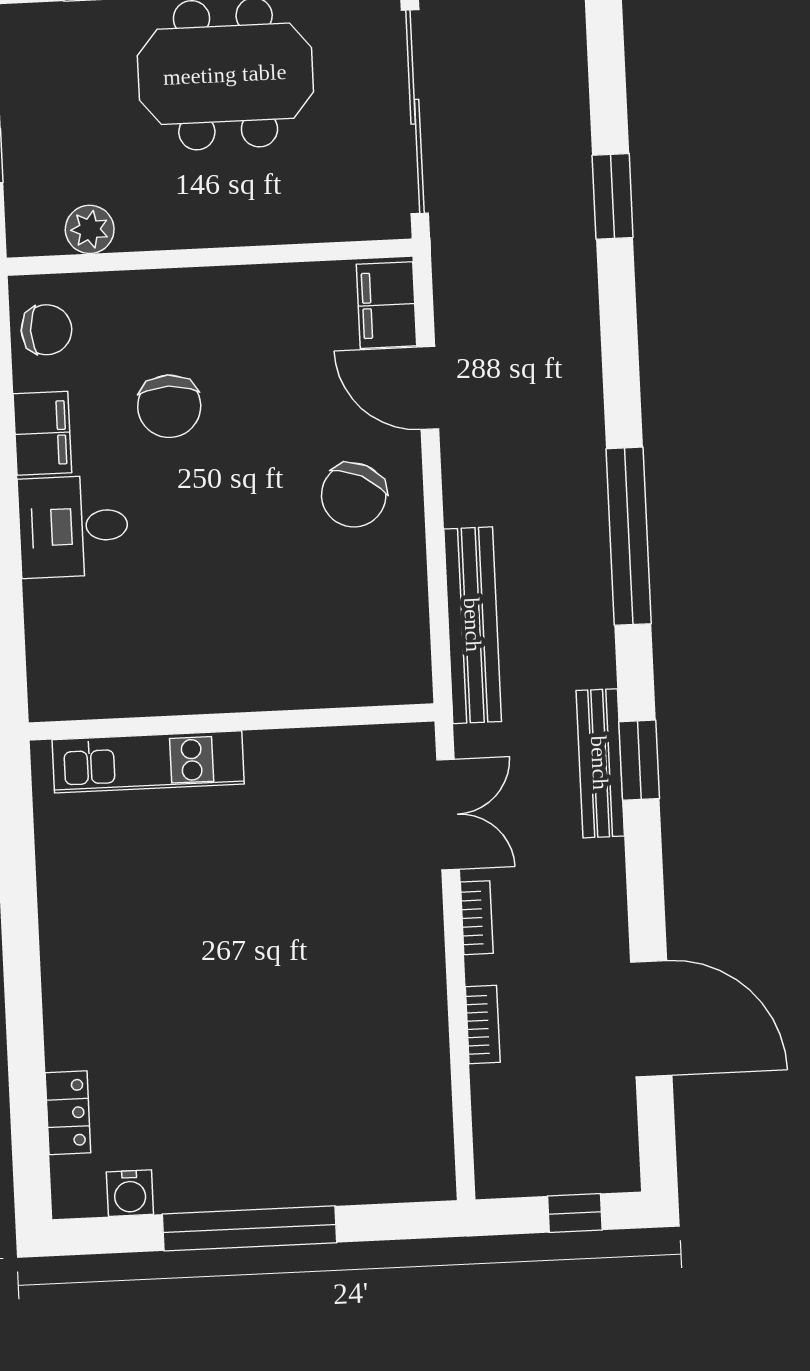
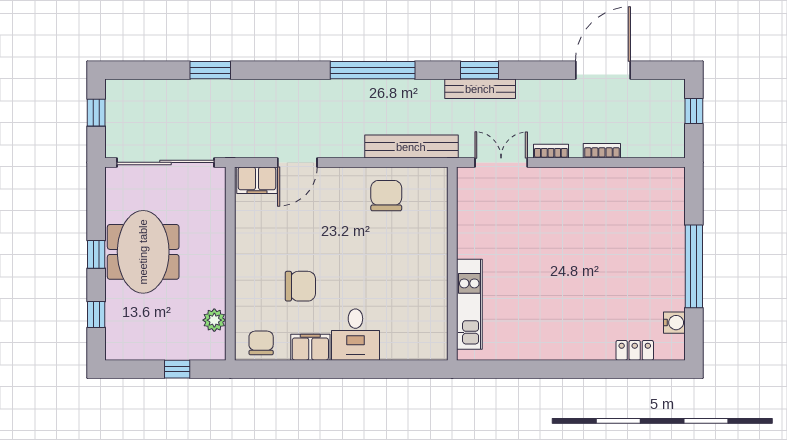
chair: (354, 495) -> (386, 196), moved, turned -116

